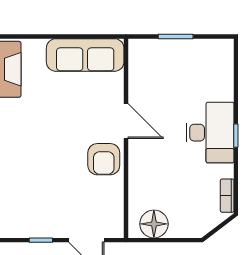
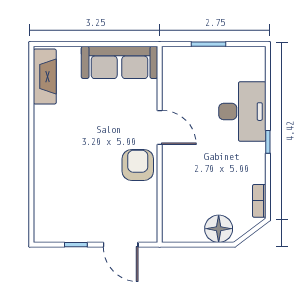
desk: (210, 133) -> (242, 112), moved
armchair: (104, 159) -> (138, 165), turned 180
floor lamp: (154, 224) -> (219, 229), moved

